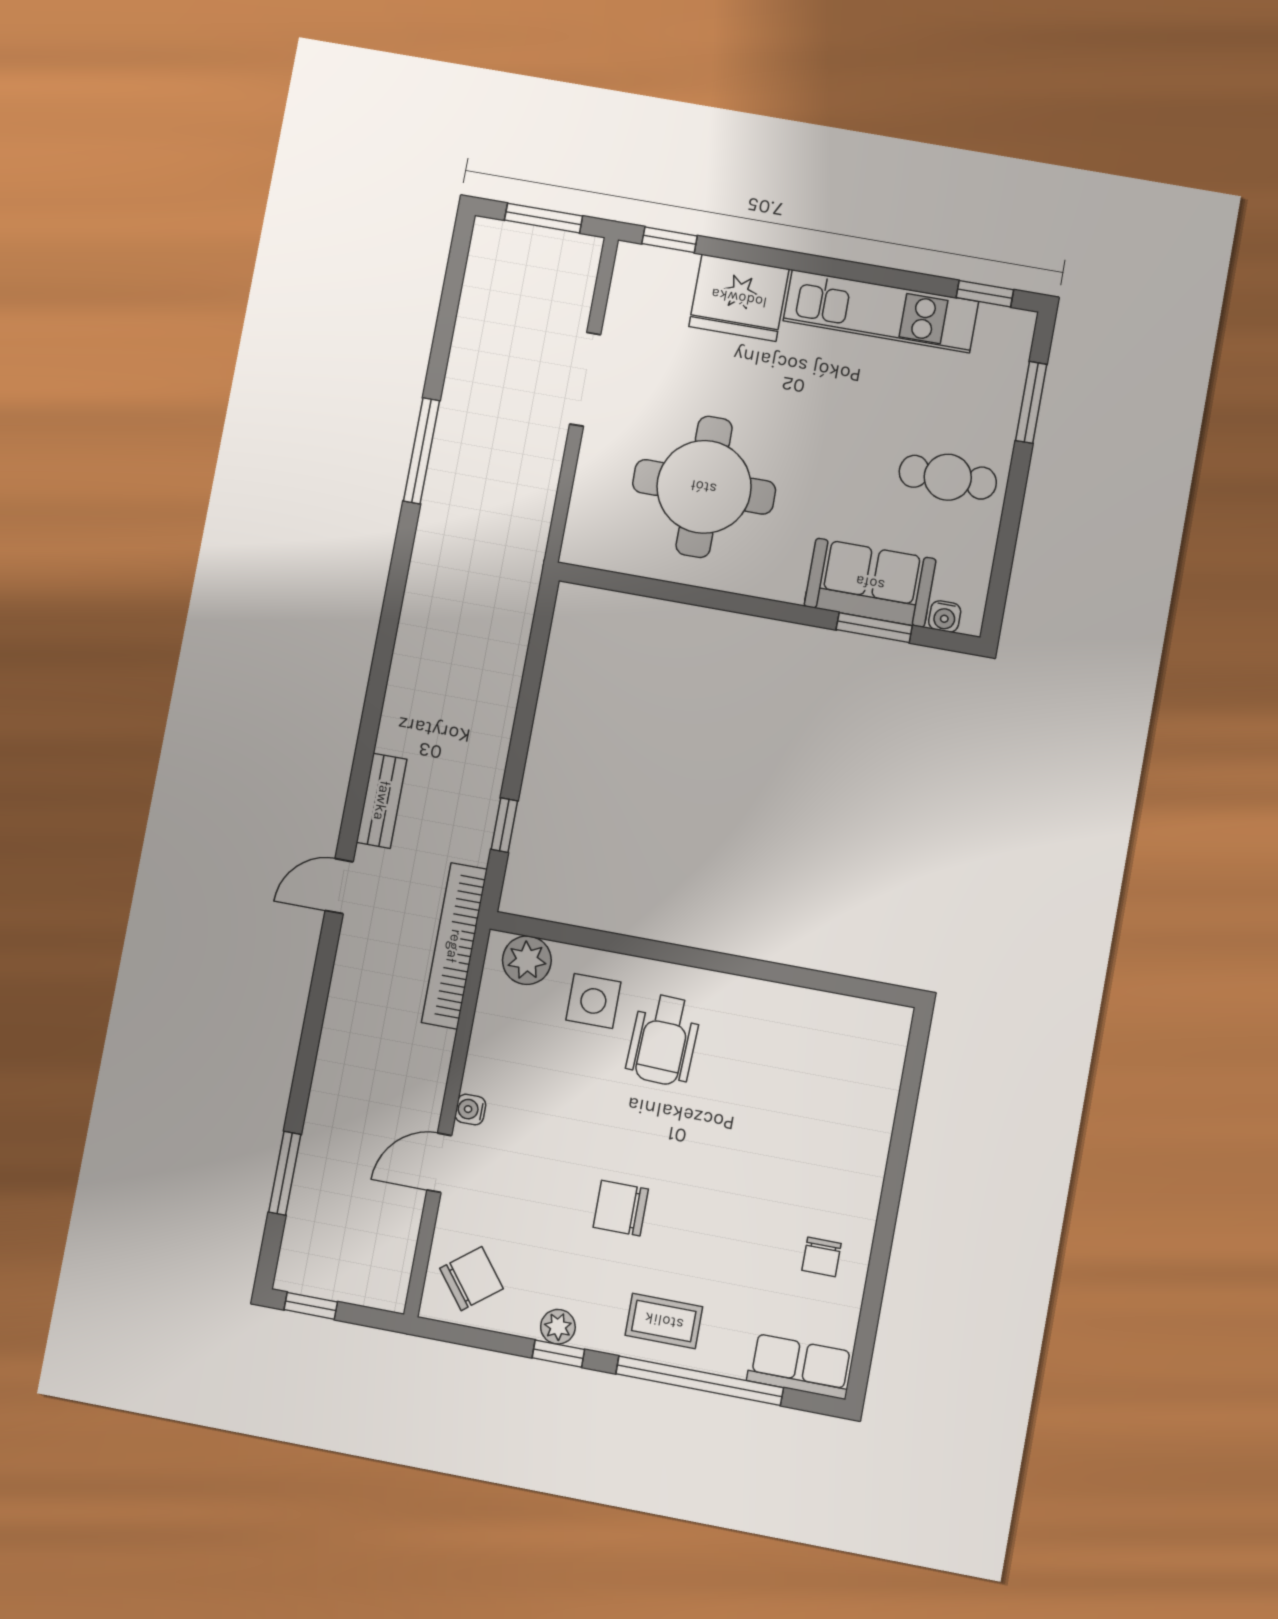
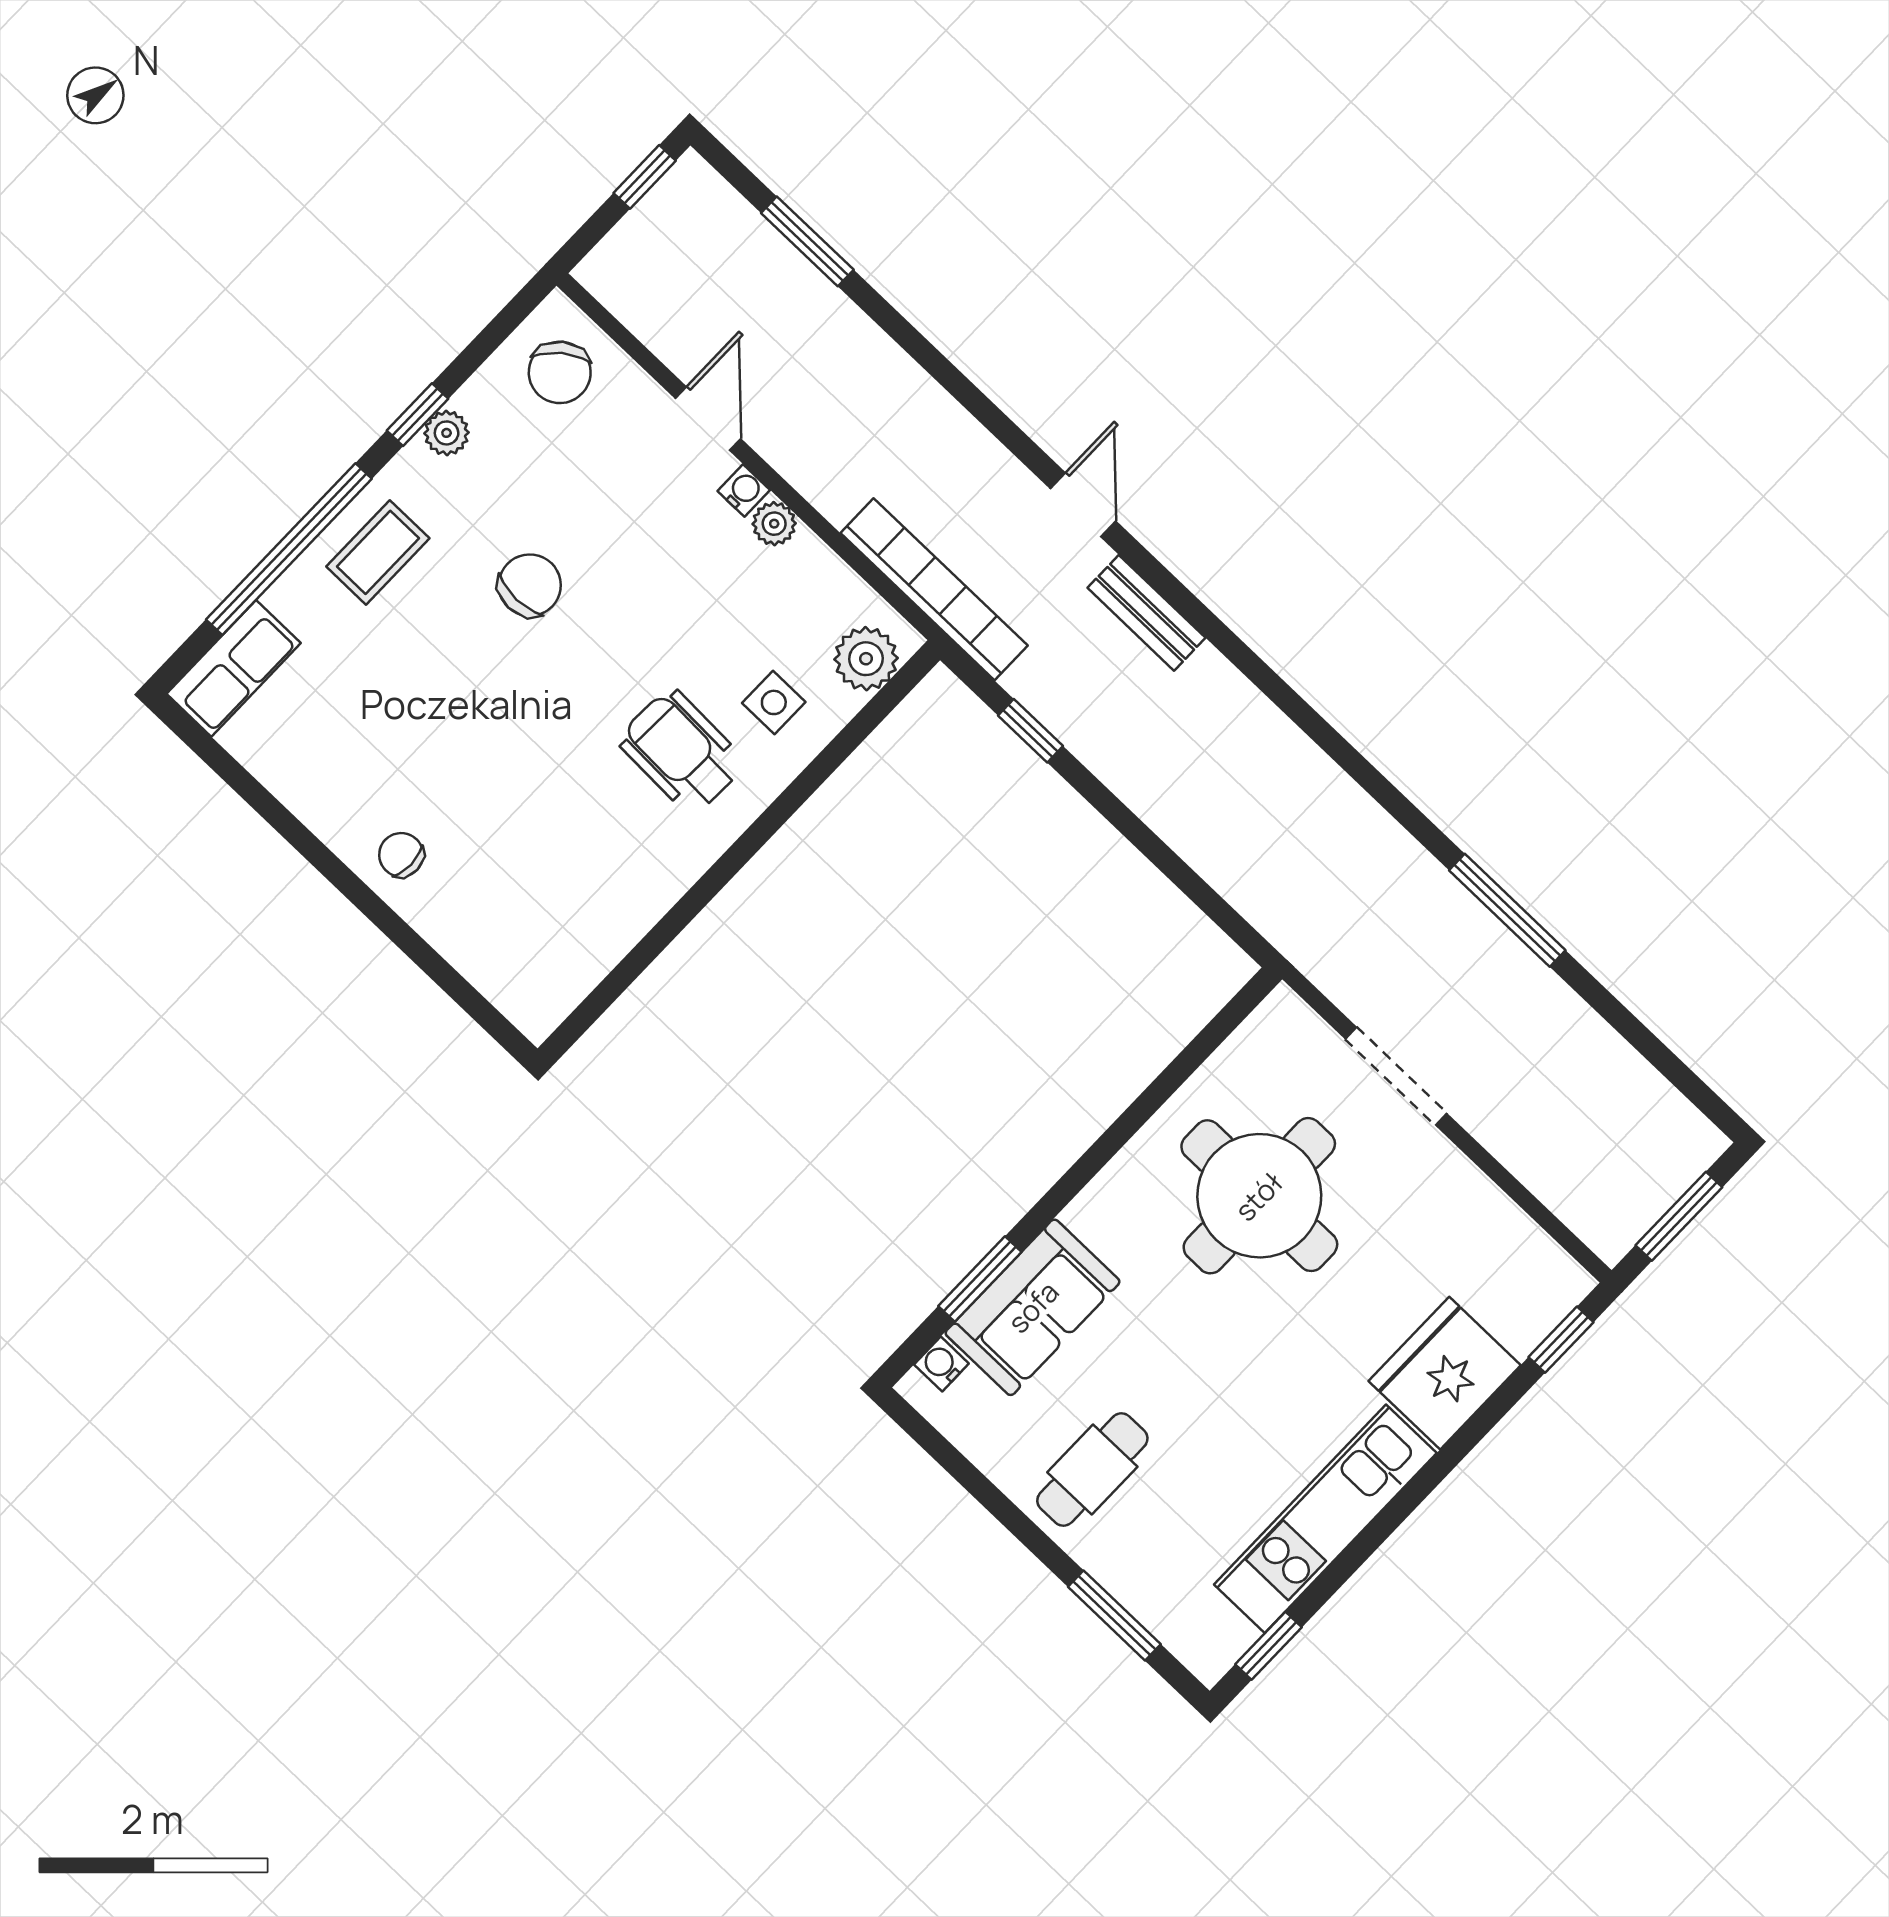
doorway: (585, 379) -> (1396, 1076), moved
side table: (593, 1001) -> (774, 702), width x0.73, depth x0.73
plant: (479, 1076) -> (774, 524), added
chair: (822, 1257) -> (401, 855), moved

